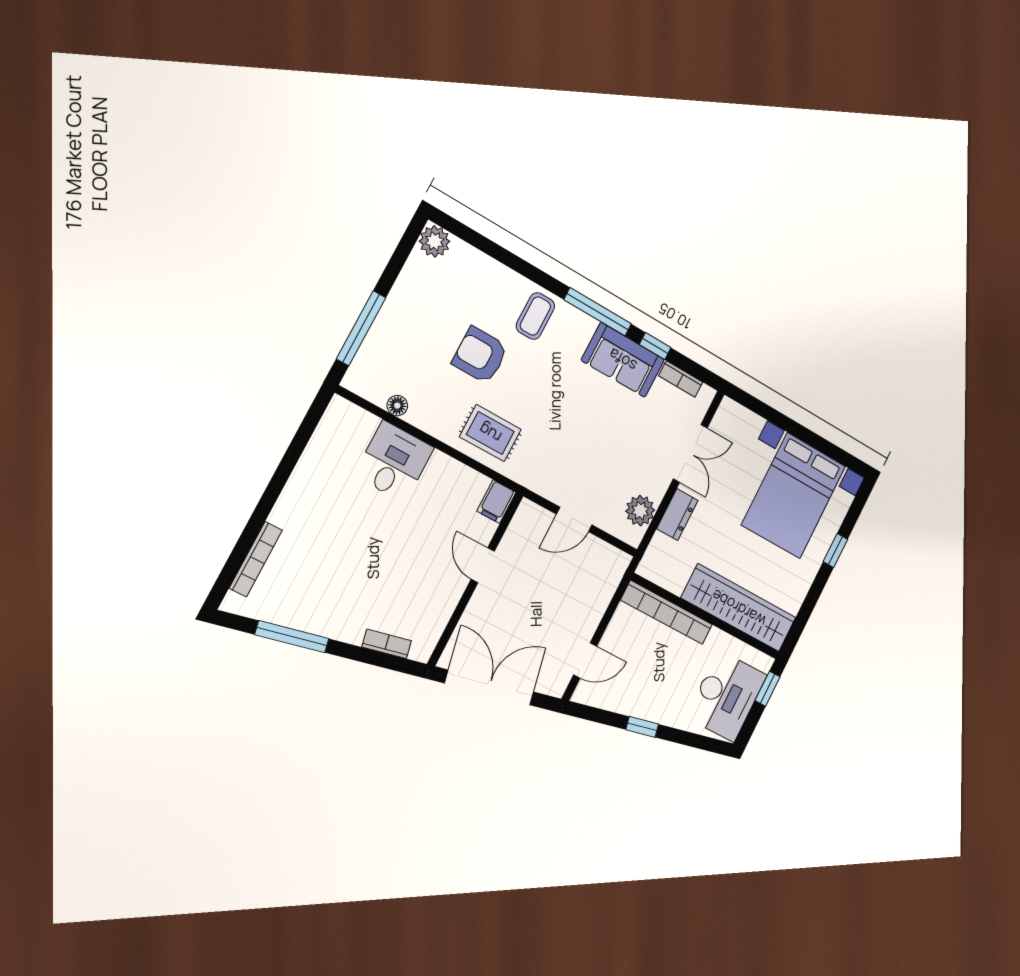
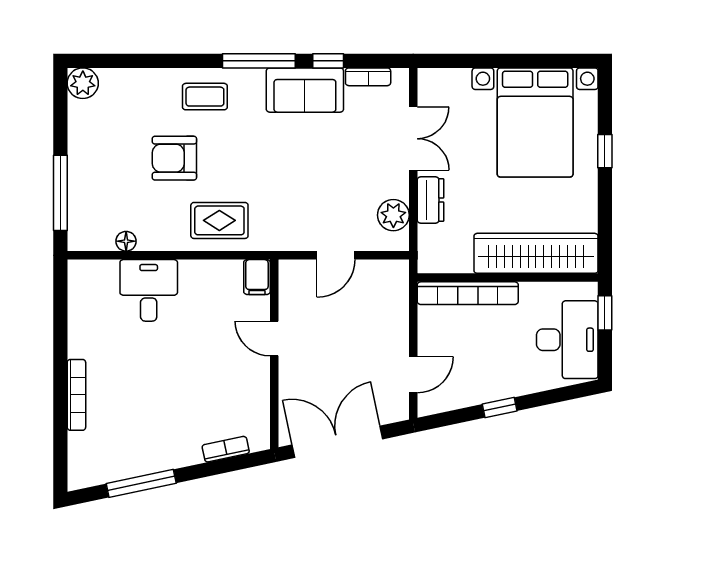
coffee table: (535, 316) -> (205, 97), turned 90
bookcase: (256, 559) -> (76, 395), moved

